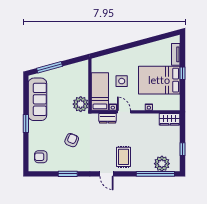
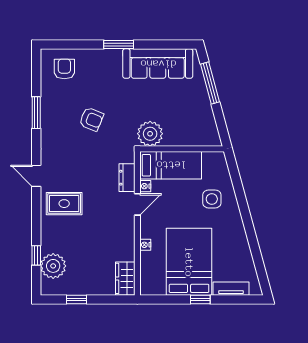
side table: (122, 81) -> (212, 199), moved
door: (107, 174) -> (36, 176), hinge flipped
window: (155, 174) -> (36, 255), width x0.32

